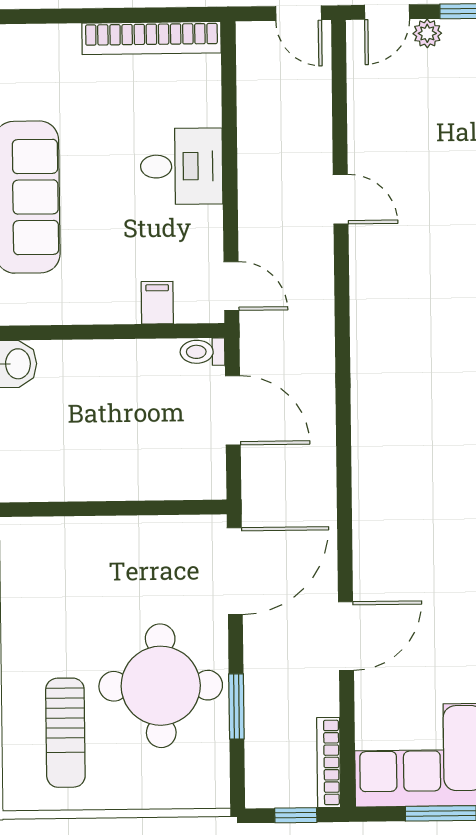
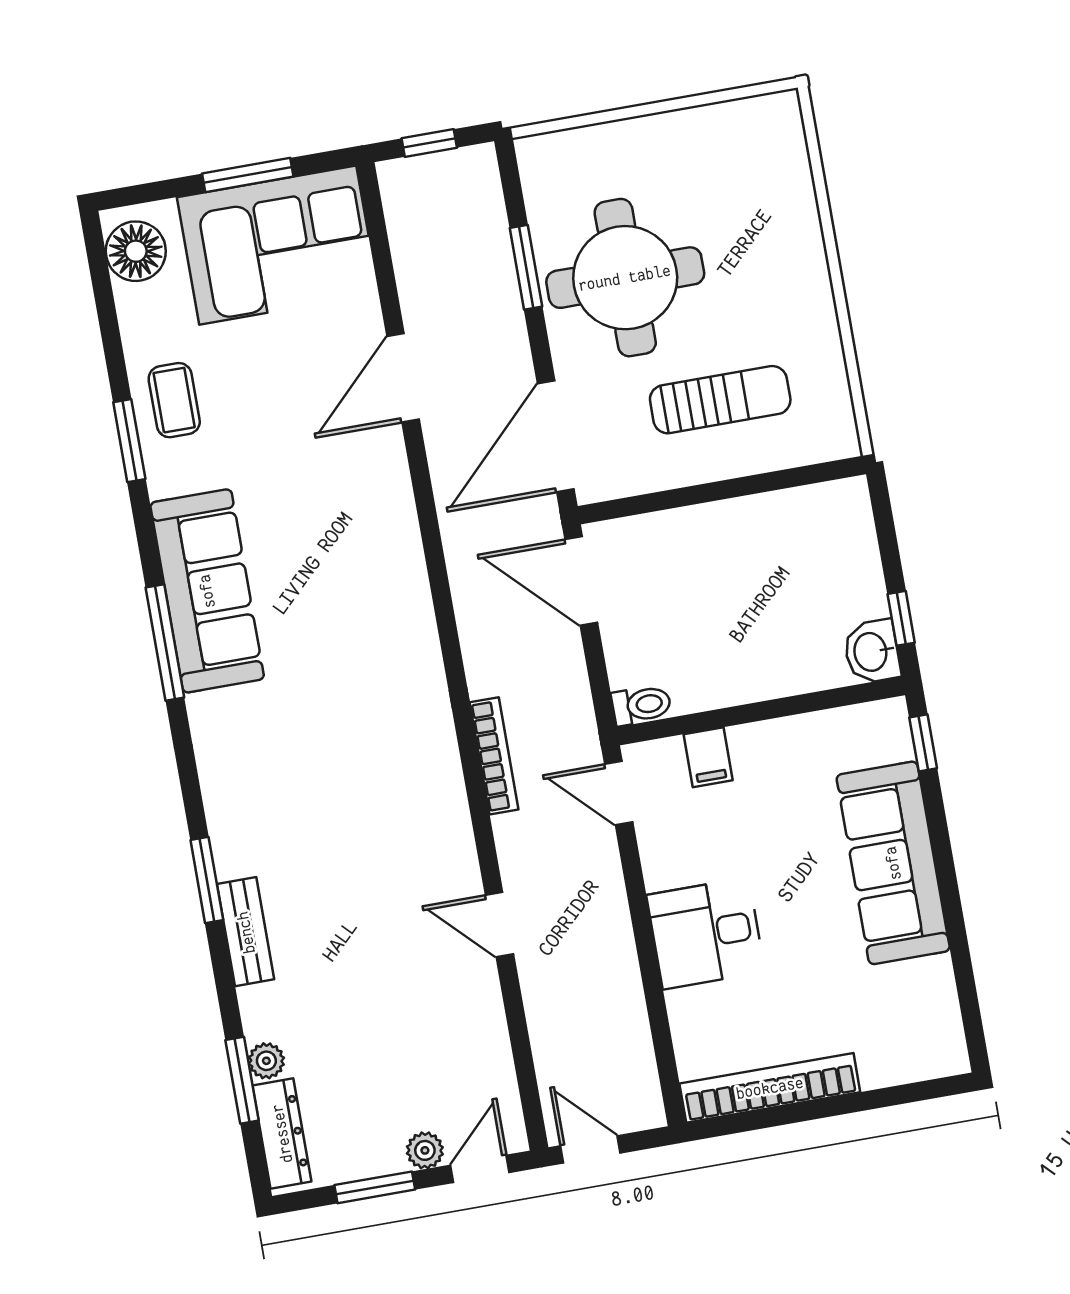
door: (233, 410) -> (581, 581), moved
sun lounger: (65, 733) -> (720, 400), moved, turned 90
bookcase: (329, 762) -> (494, 756), moved

